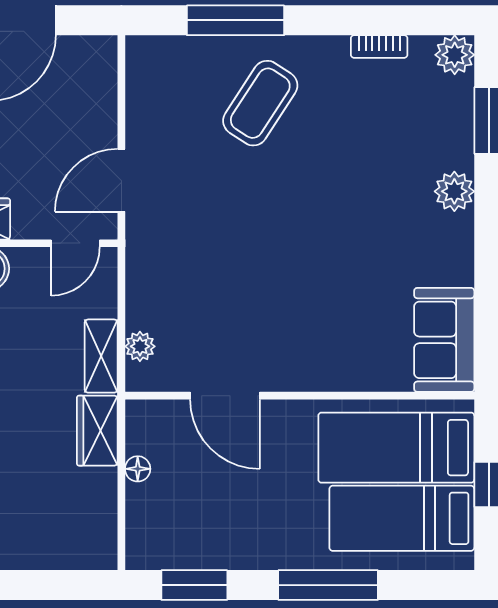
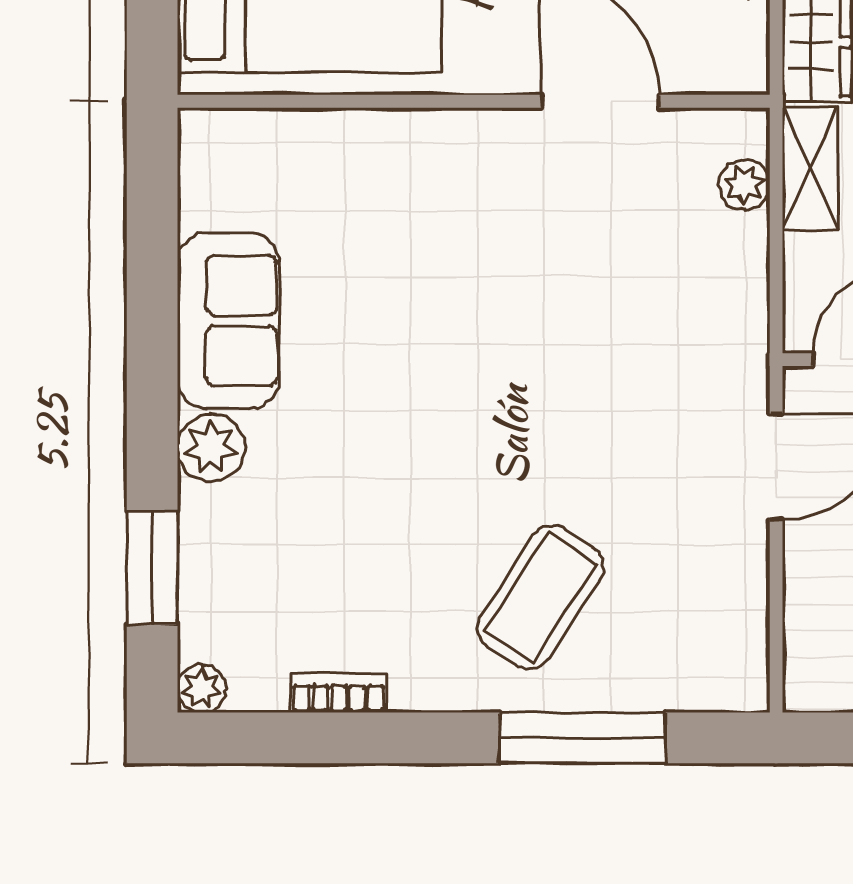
plant: (455, 55) -> (202, 688), width x0.73, depth x0.73
sofa: (444, 340) -> (228, 321), moved

